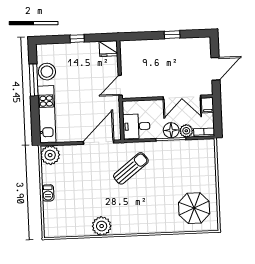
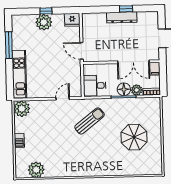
dresser: (167, 45) -> (122, 17), added
plant: (75, 52) -> (44, 22), added
stool: (47, 72) -> (20, 38), removed
door: (120, 85) -> (82, 51), hinge flipped
door: (99, 142) -> (63, 98), width x0.53
parasol: (194, 208) -> (134, 137), moved
plant: (102, 226) -> (36, 170), moved

